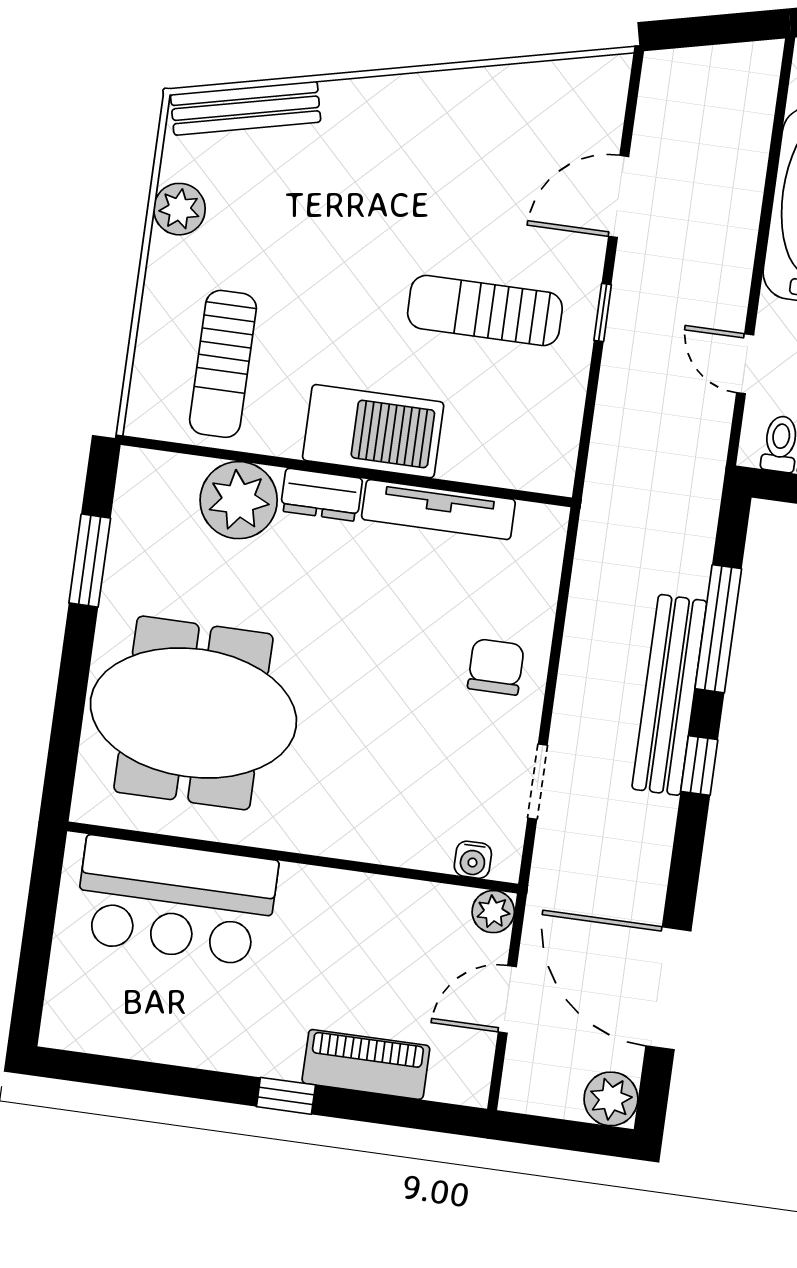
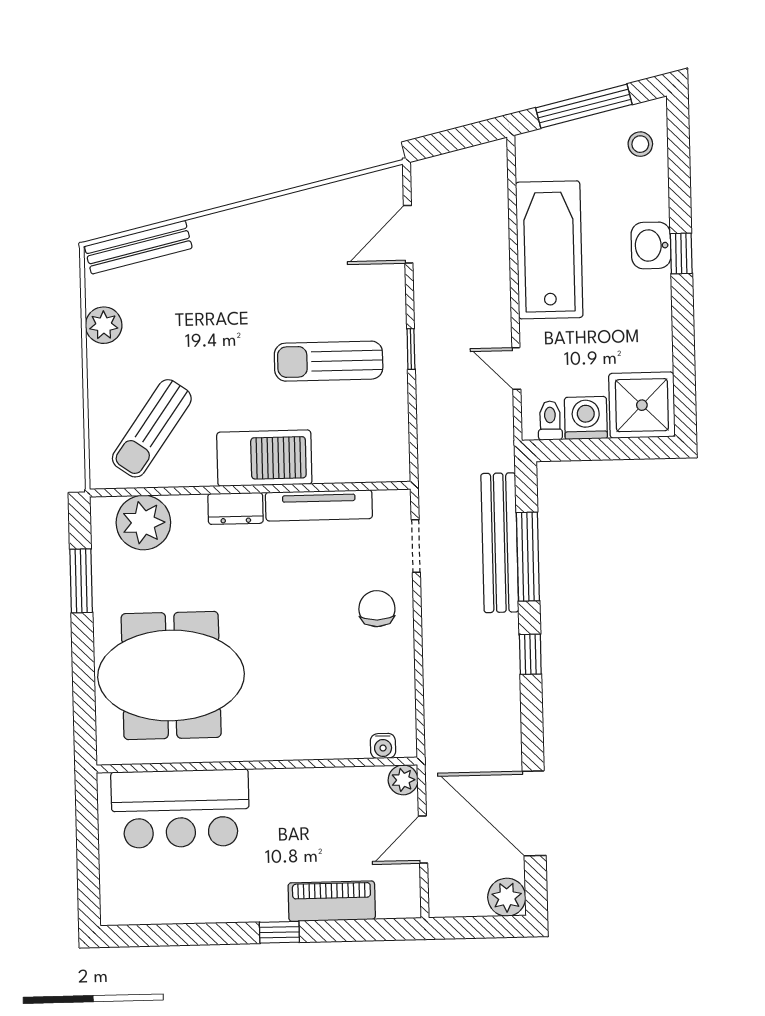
door: (619, 196) -> (408, 234), moved
sun lounger: (223, 364) -> (152, 428), turned 35
plant: (239, 500) -> (143, 523), moved
bench: (669, 695) -> (500, 543), moved
doorway: (537, 782) -> (416, 546), moved

